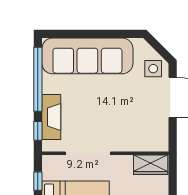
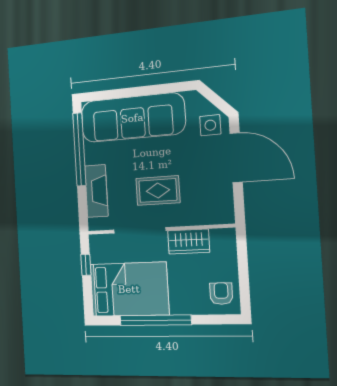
rug: (106, 120) -> (158, 190), added
window: (38, 131) -> (83, 208), removed
wardrobe: (151, 165) -> (189, 242), moved

